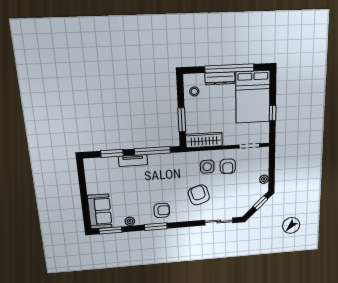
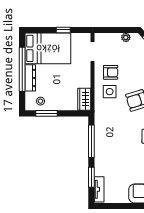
window: (182, 120) -> (47, 113), moved
wardrobe: (204, 140) -> (84, 99), width x0.67
tv unit: (133, 160) -> (99, 189), moved

